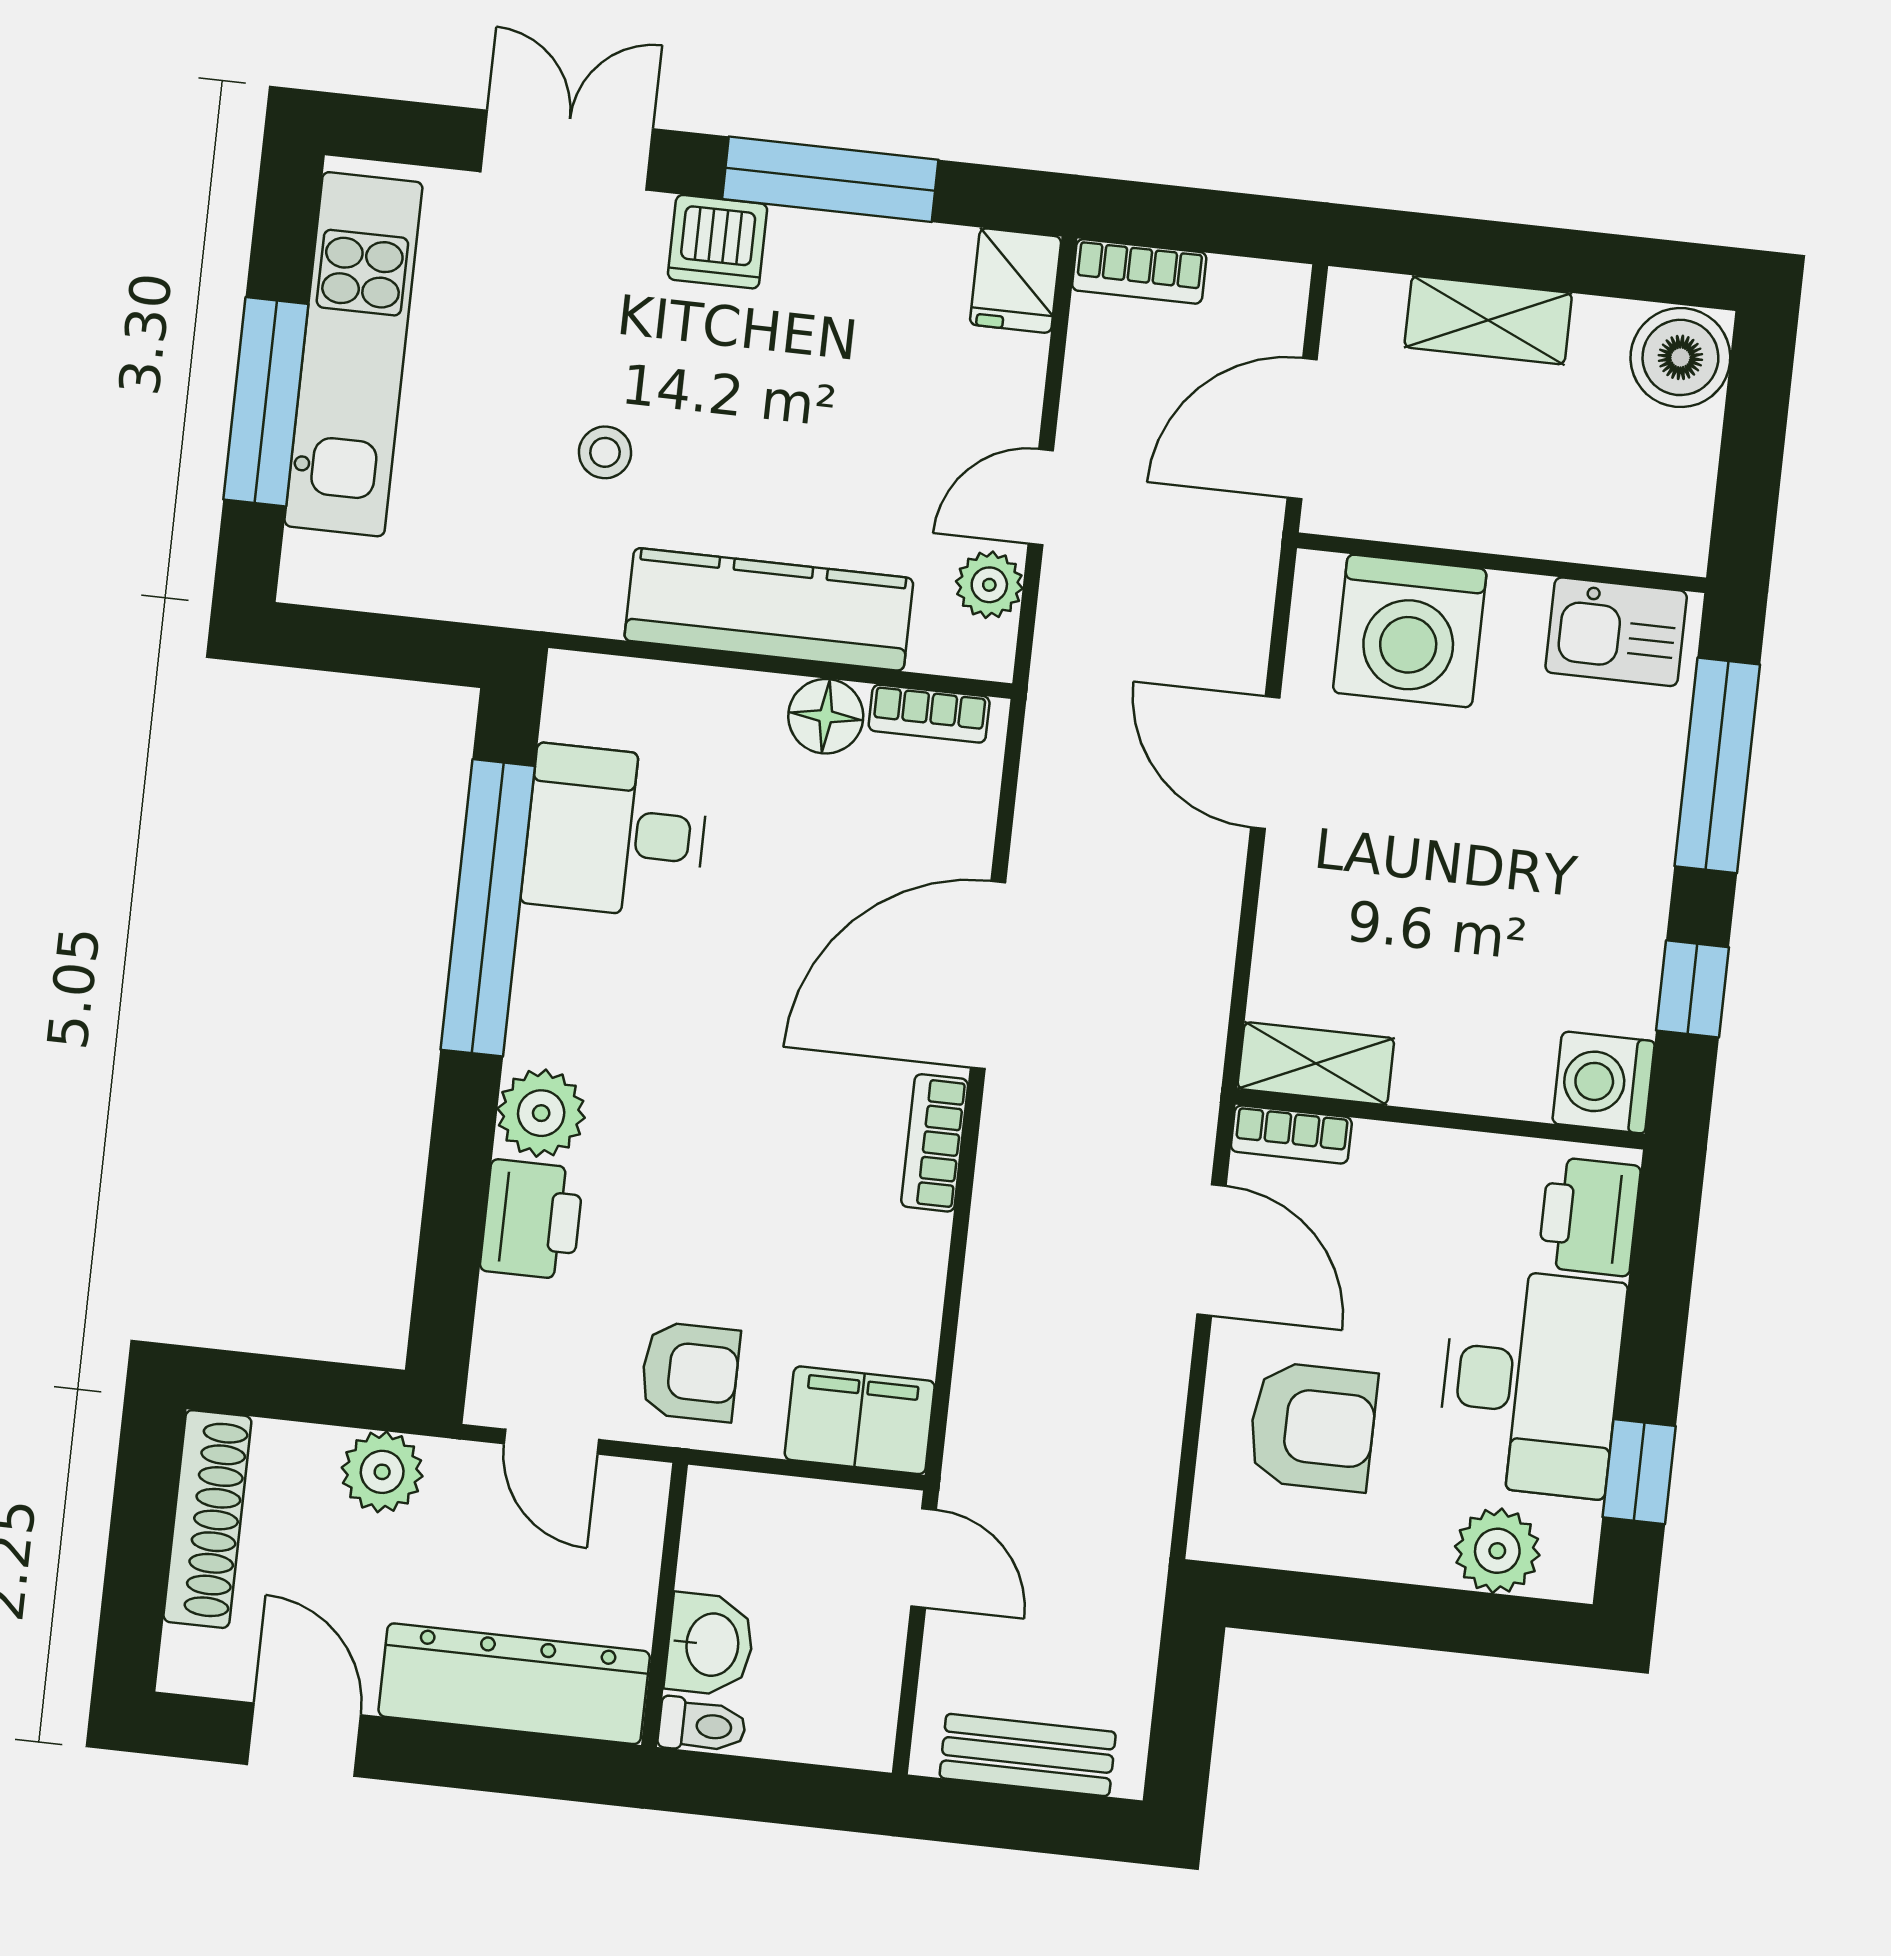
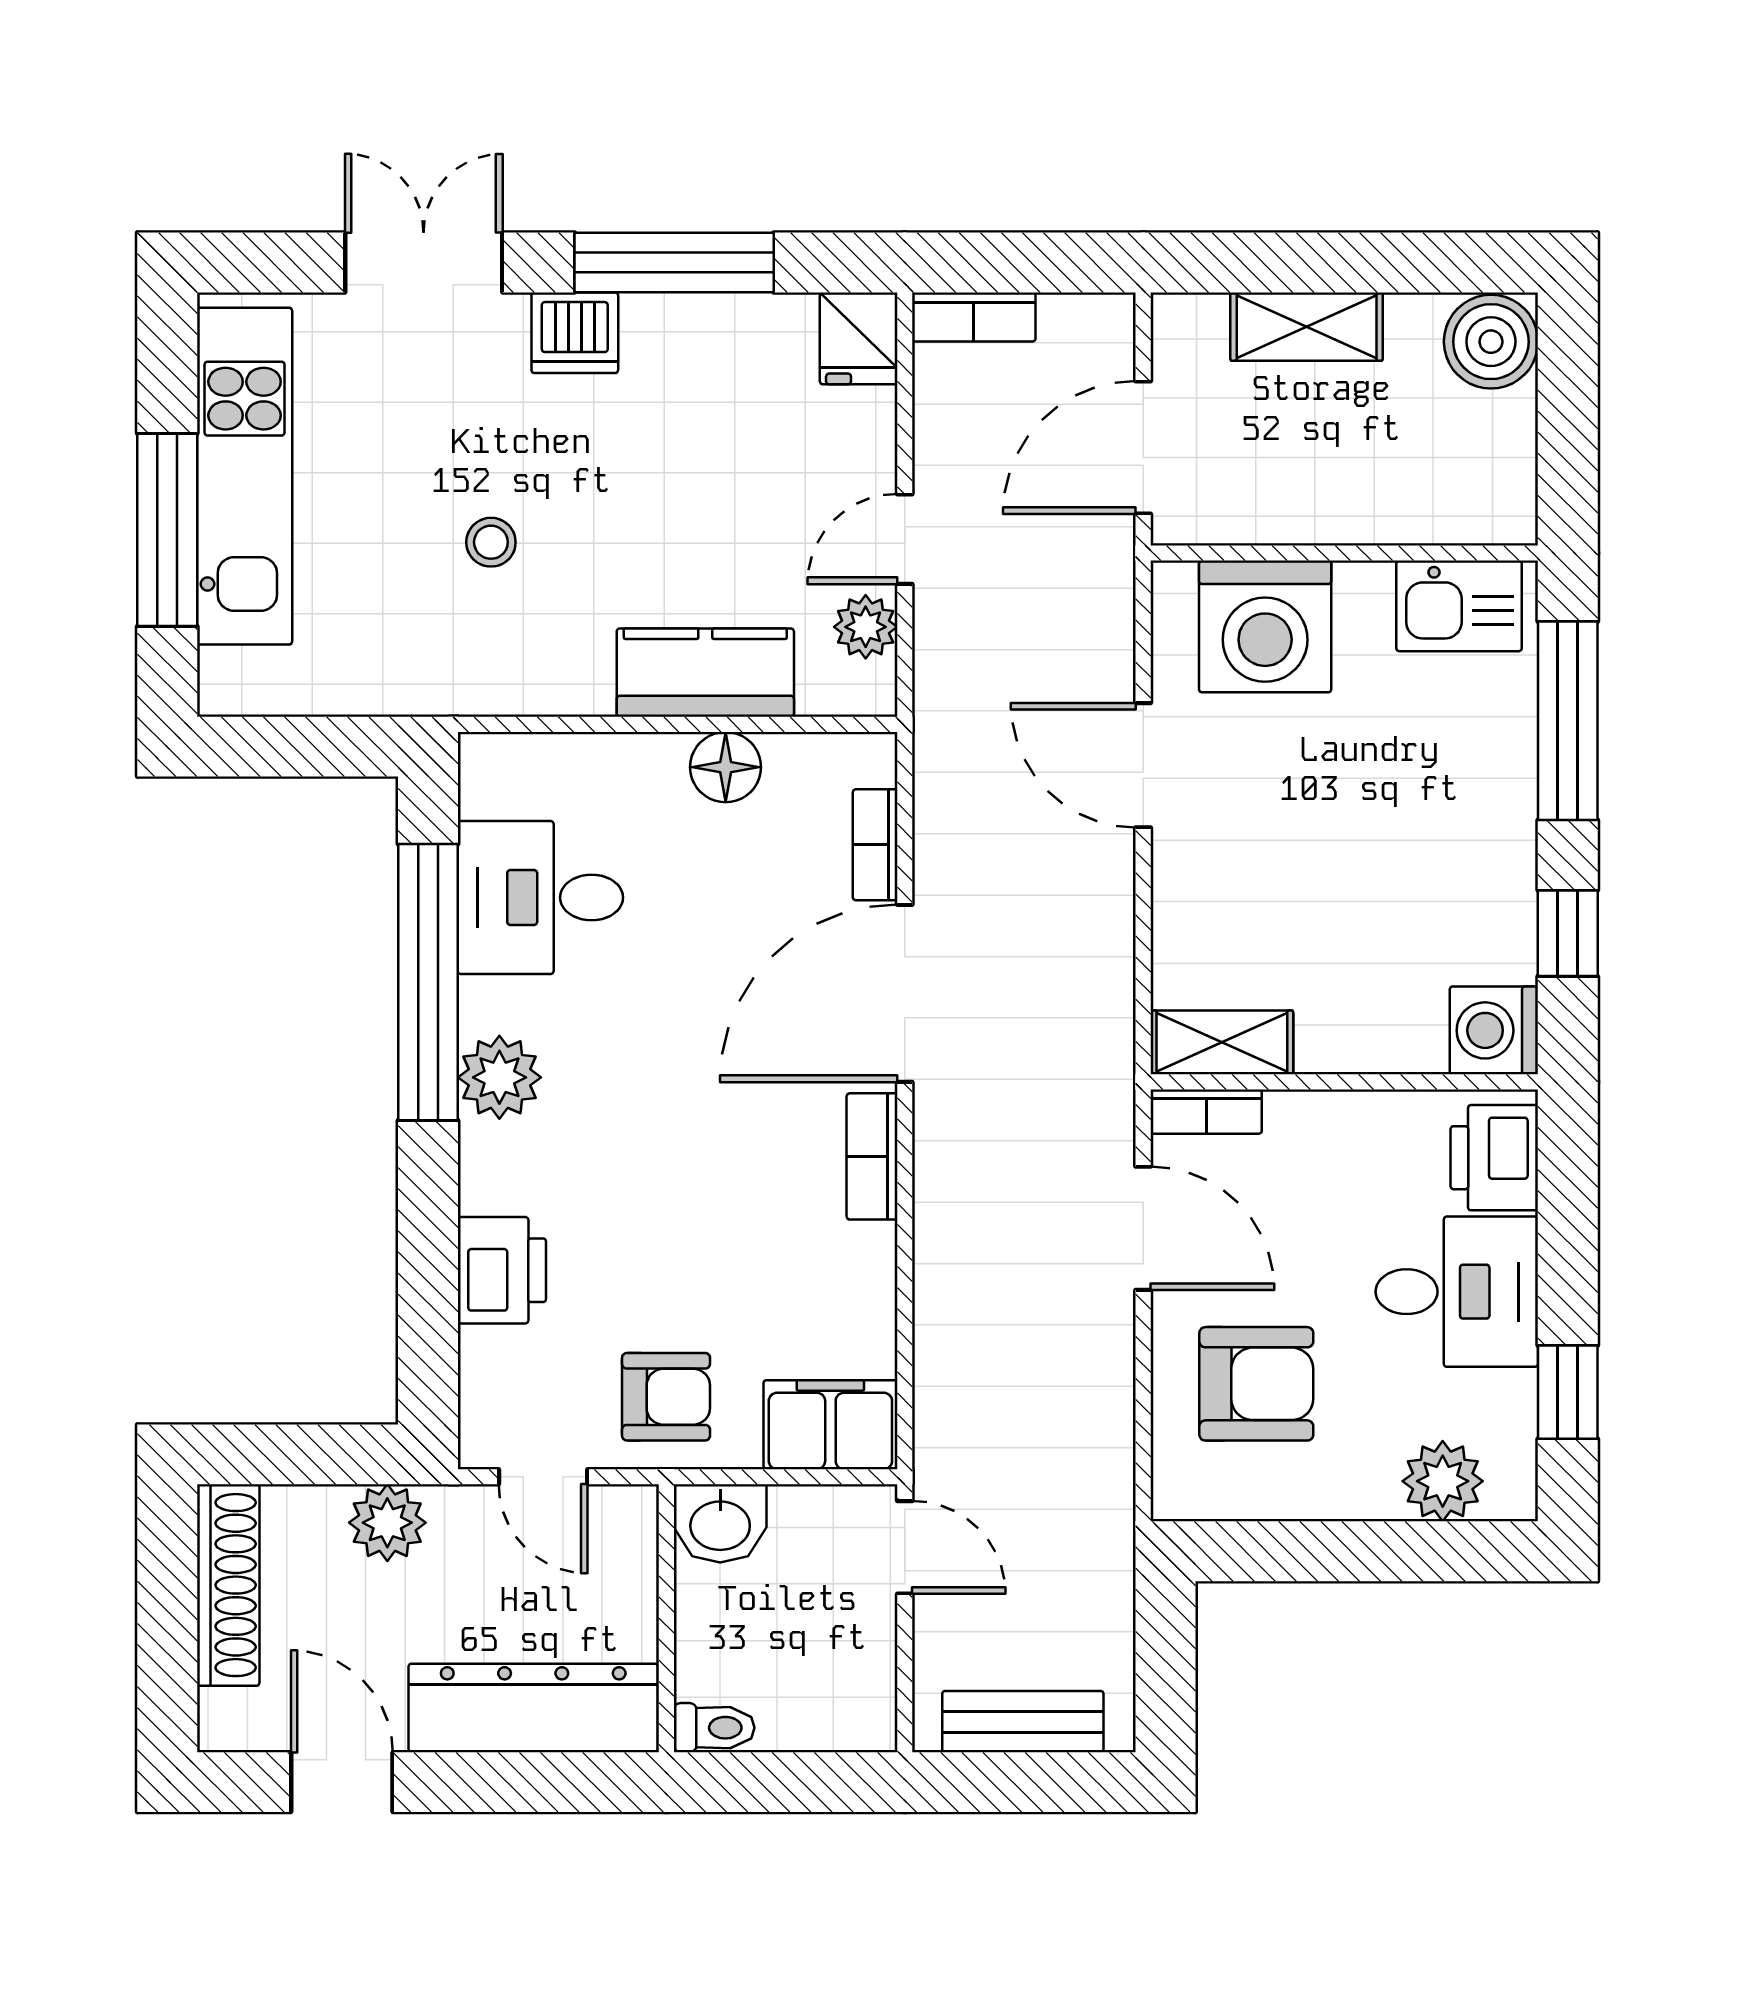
kitchen counter: (769, 609) -> (705, 673), width x0.67
bookcase: (929, 714) -> (875, 845), moved, turned 90
plant: (541, 1113) -> (499, 1077), moved
desk: (1531, 1383) -> (1457, 1292), width x0.73
washbasin: (710, 1644) -> (720, 1523), moved, turned 90

